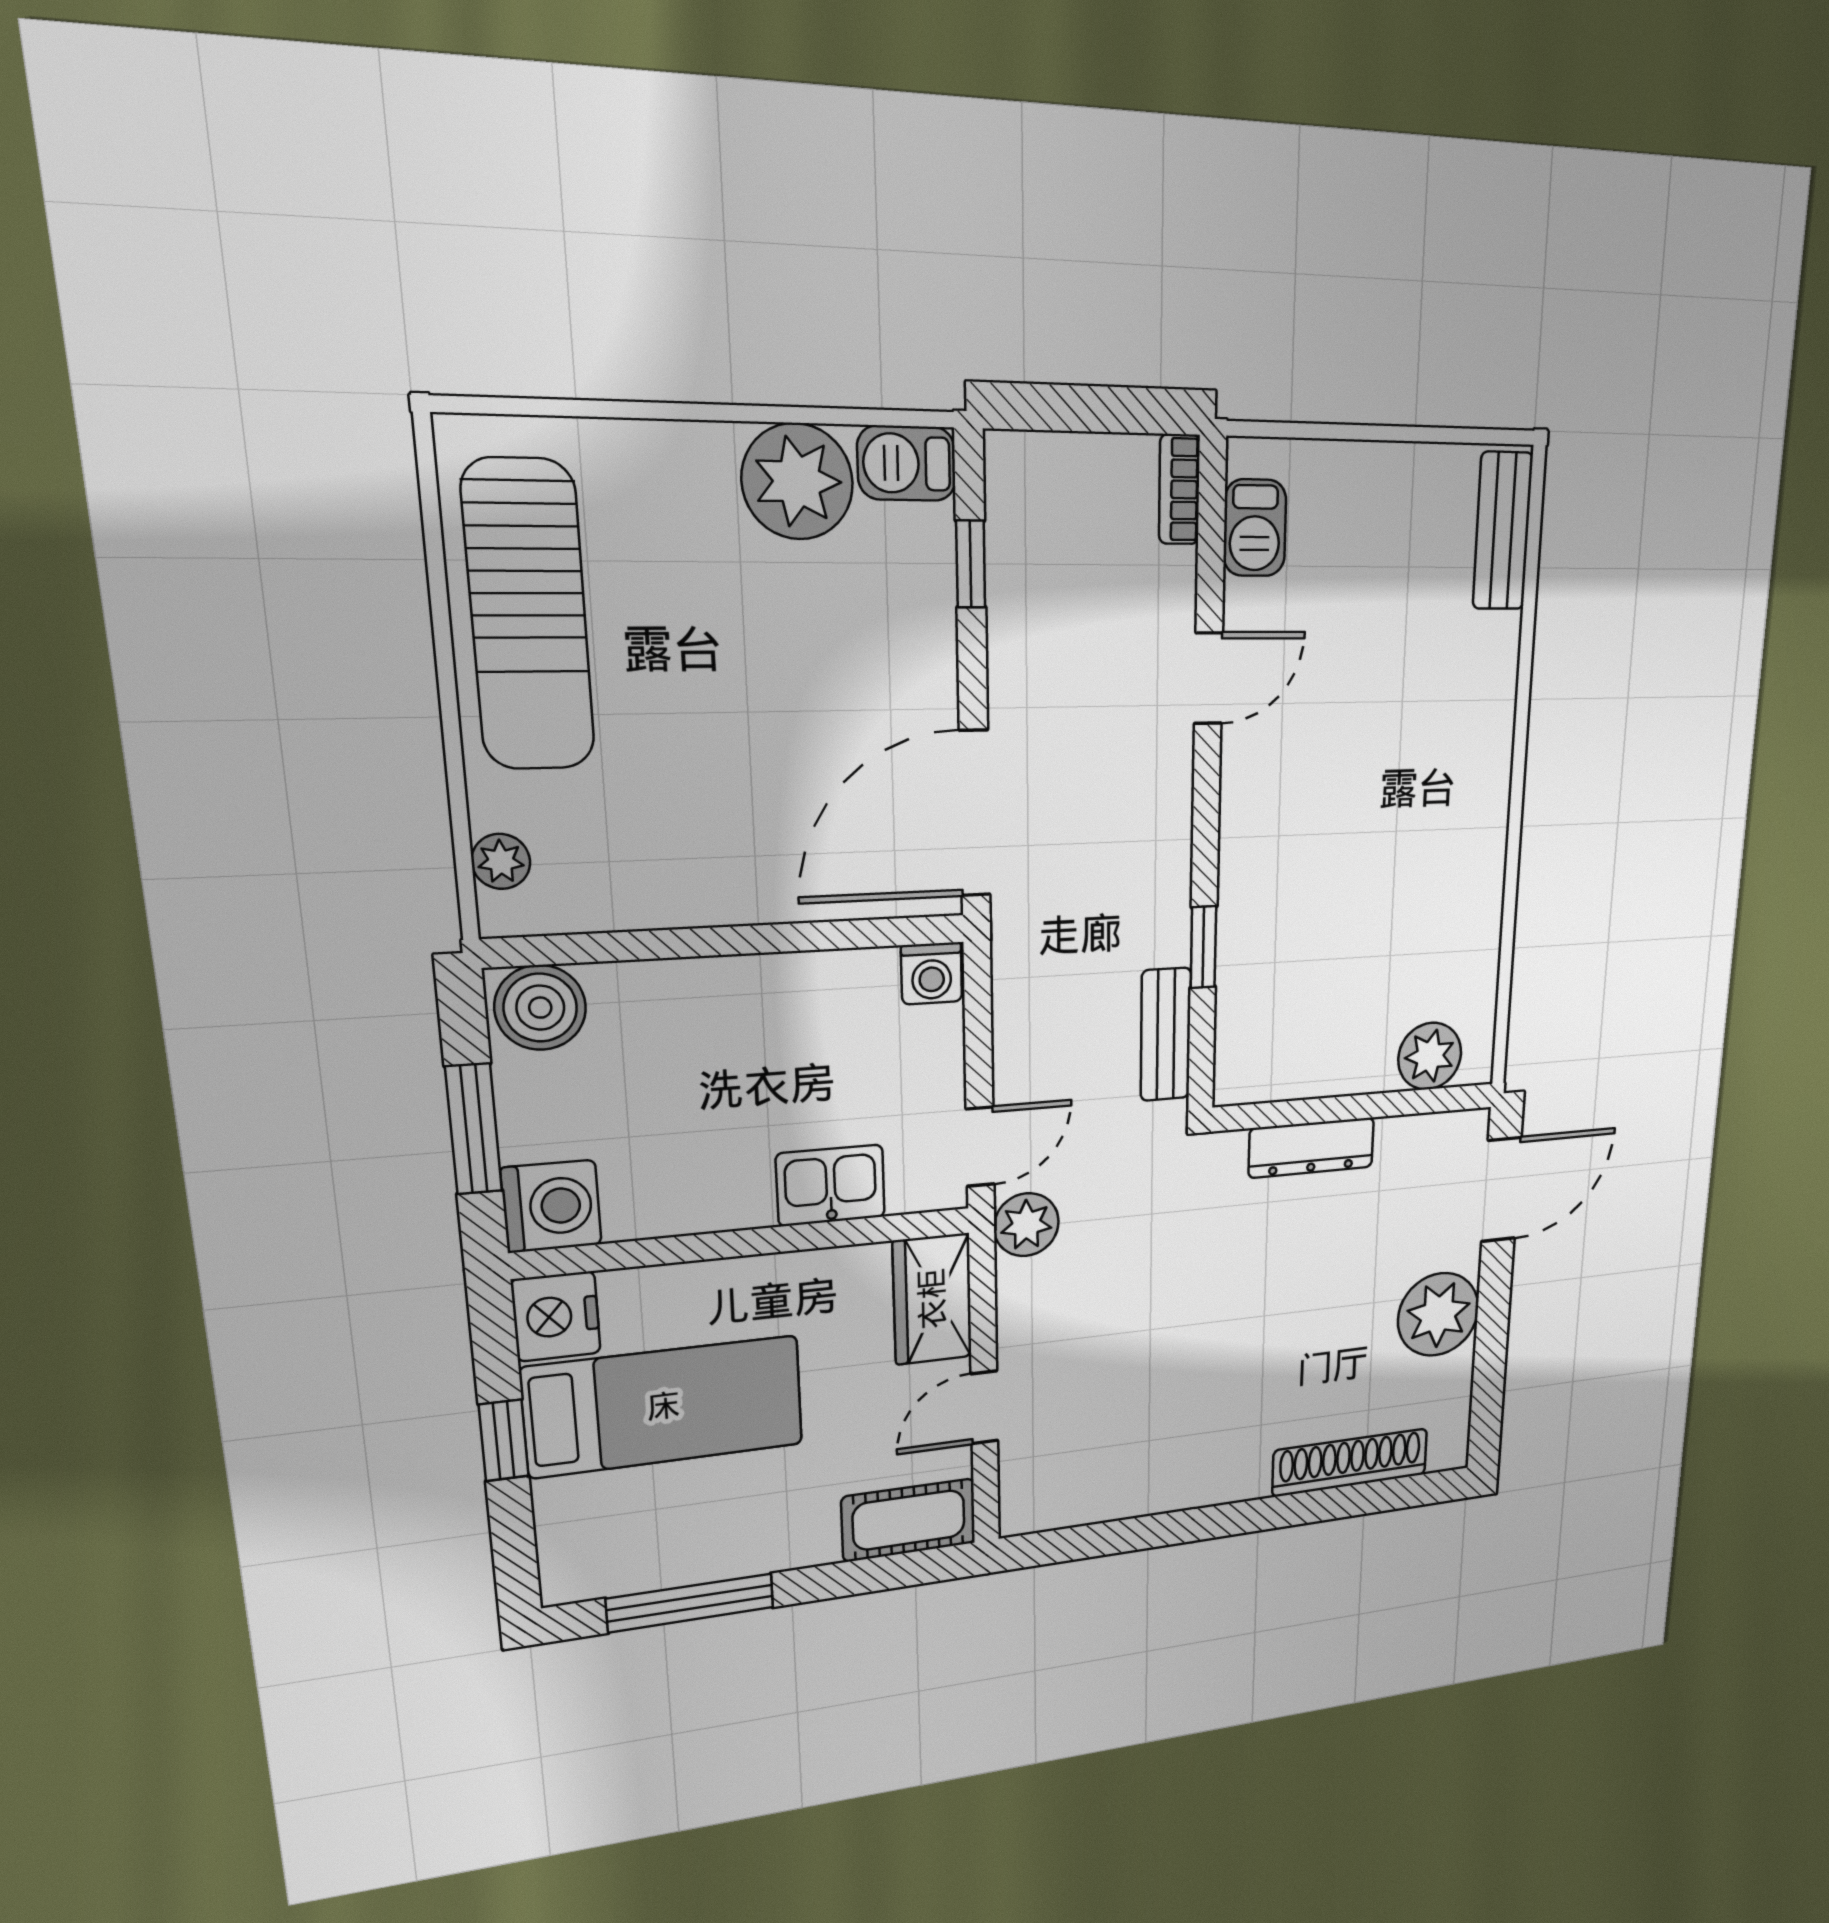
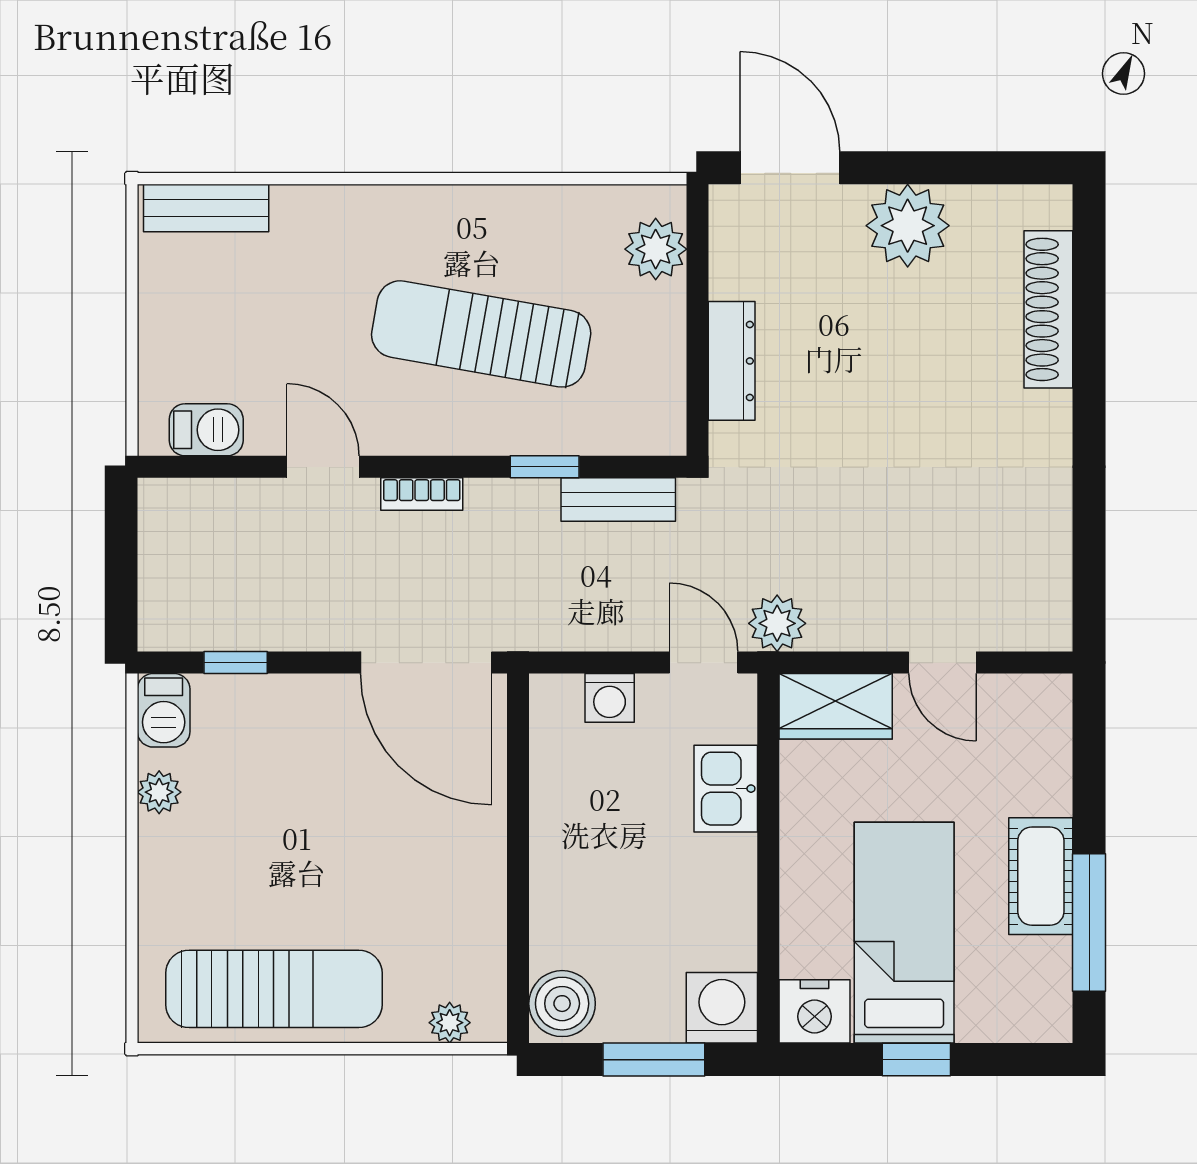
plant: (797, 481) -> (159, 792), width x0.53, depth x0.53
bookcase: (1179, 489) -> (422, 494), moved
sun lounger: (1351, 866) -> (481, 334), added
washing machine: (932, 973) -> (610, 698), moved, turned 90
cot: (909, 1520) -> (1041, 876), moved

